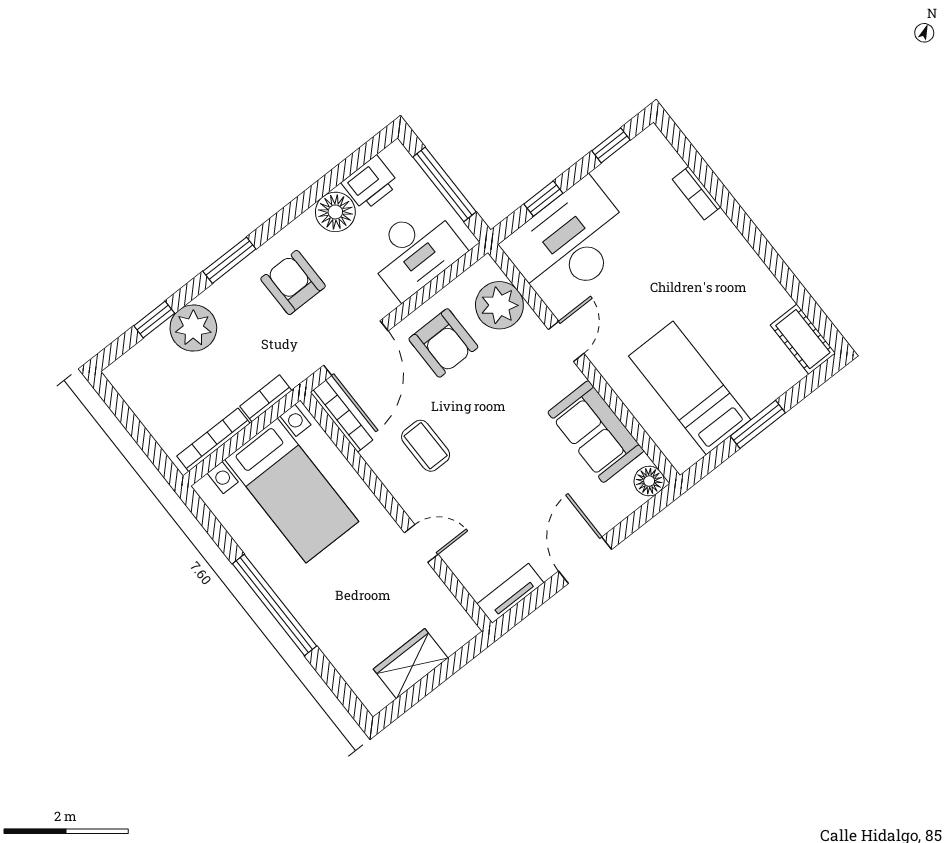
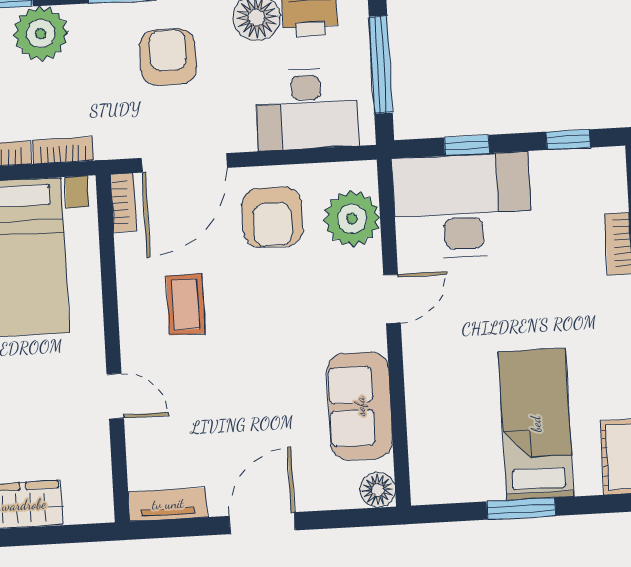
bed: (690, 388) -> (536, 424), moved
bookcase: (342, 416) -> (123, 203), width x0.64

